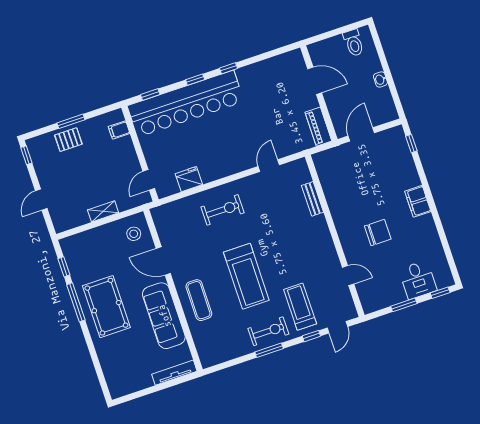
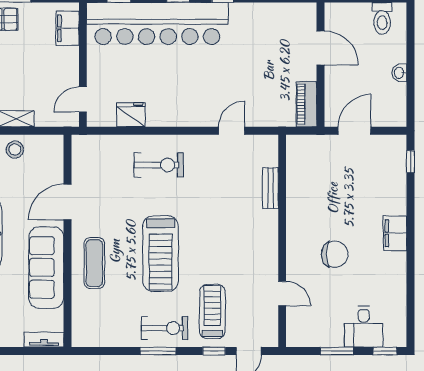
filing cabinet: (119, 130) -> (67, 28), width x2.00
stool: (134, 234) -> (15, 150), moved
door: (163, 261) -> (68, 202), hinge flipped
tv unit: (174, 373) -> (44, 340), width x0.71

